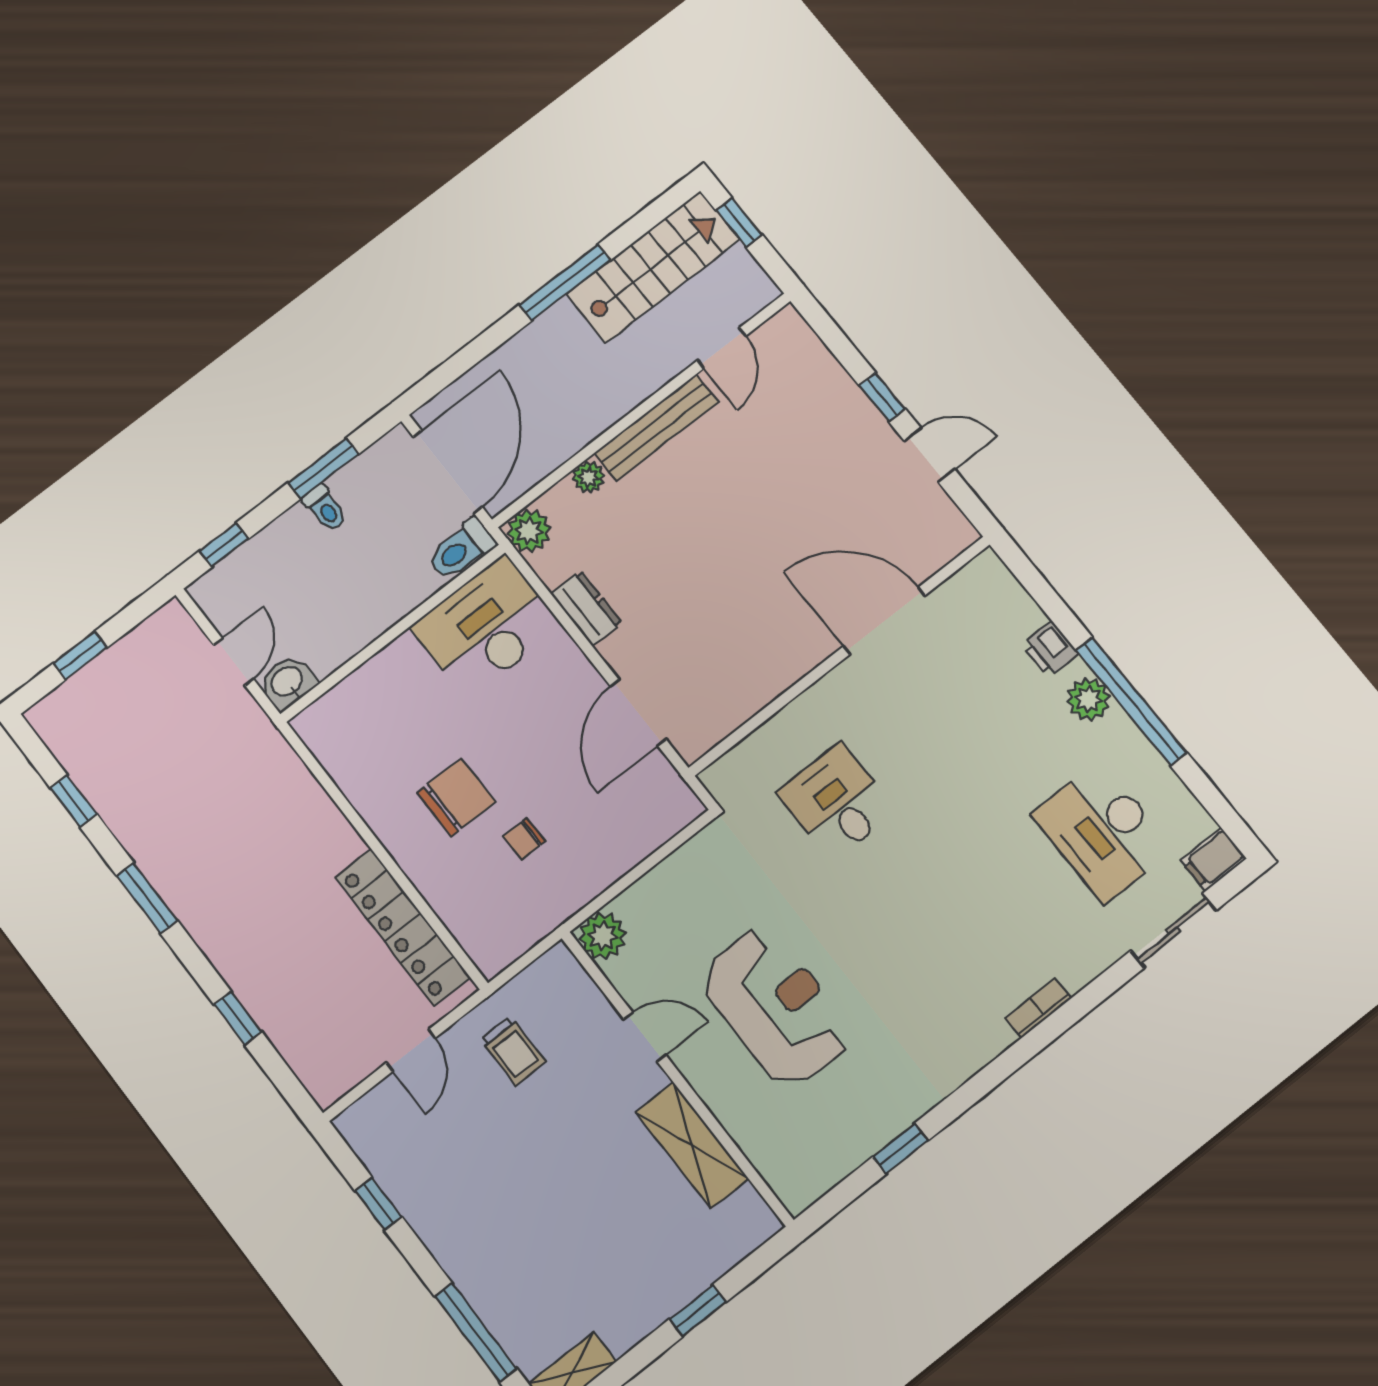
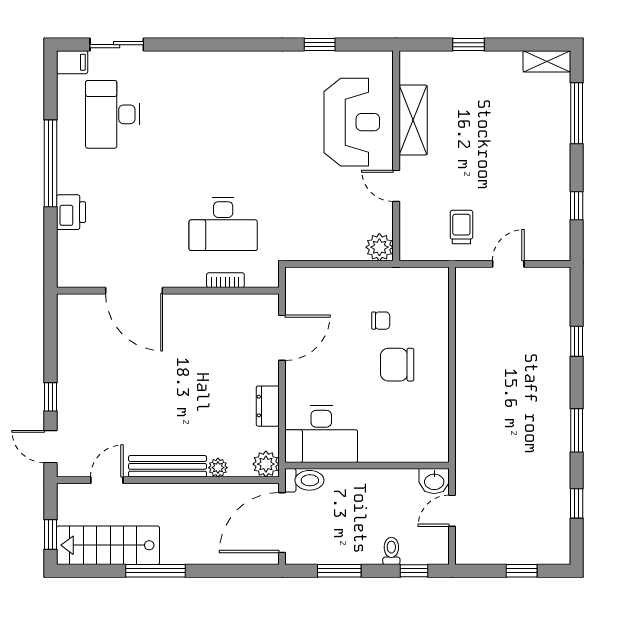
door: (930, 455) -> (50, 447), moved
toilet: (325, 508) -> (391, 551), moved
printer: (1050, 649) -> (71, 212), width x1.36, depth x1.24
plant: (1088, 699) -> (69, 180), removed
desk: (837, 802) -> (223, 224), width x1.37
desk: (1103, 832) -> (112, 114), turned 180
locker: (403, 927) -> (469, 324), removed
reception desk: (776, 1007) -> (352, 122), moved, turned 180
bookcase: (1038, 1008) -> (225, 280), moved, turned 180

